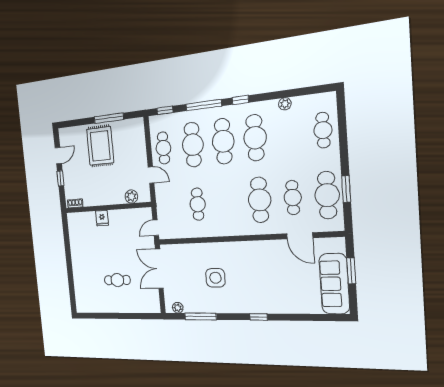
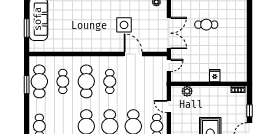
cafe table: (198, 204) -> (110, 81), moved
door: (300, 236) -> (133, 54), moved

